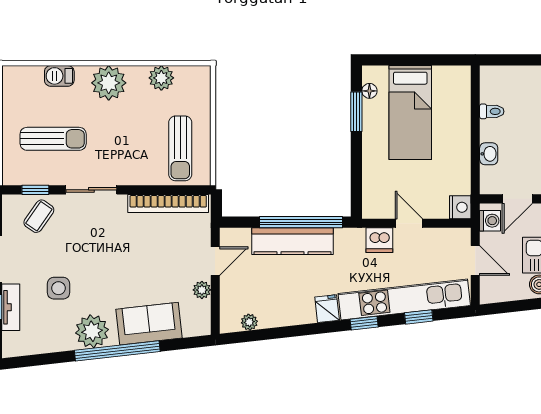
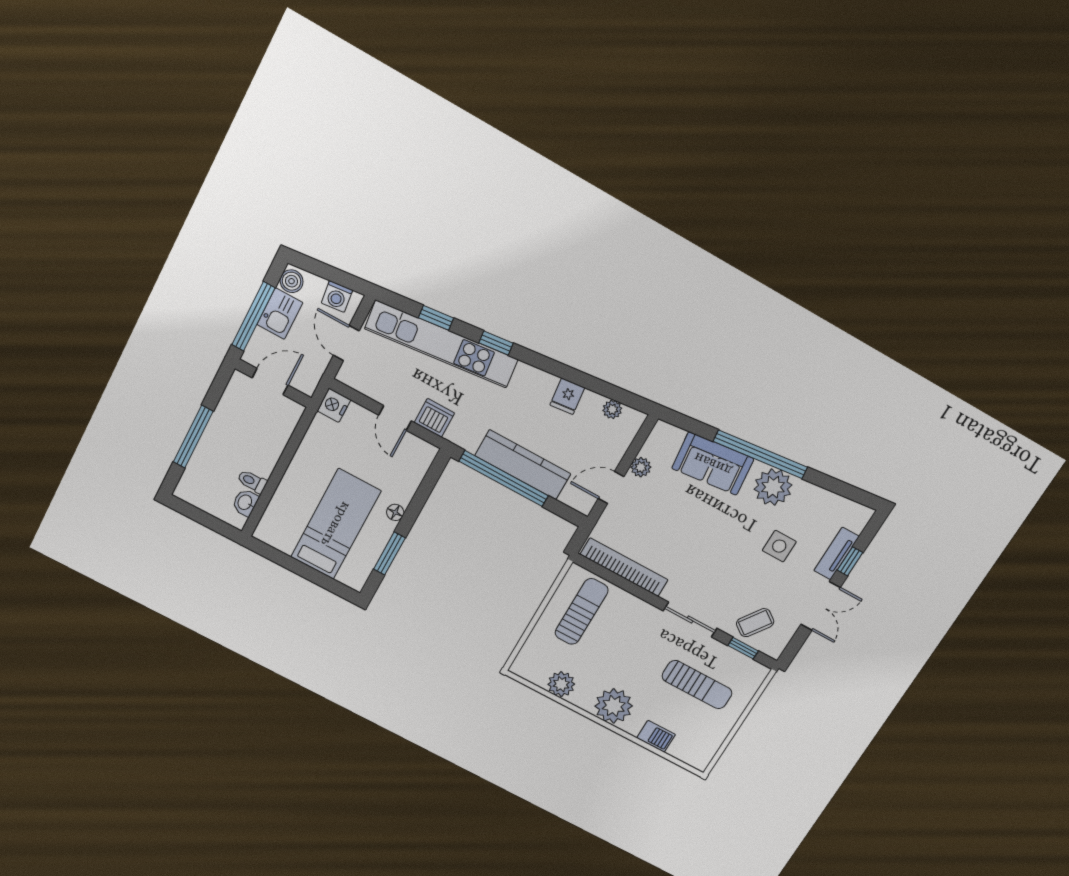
floor lamp: (369, 91) -> (395, 512), moved
sun lounger: (53, 139) -> (697, 685), turned 180
washbasin: (489, 154) -> (245, 503), moved
washing machine: (490, 221) -> (337, 296), moved, turned -96
fridge: (327, 309) -> (567, 396), moved

